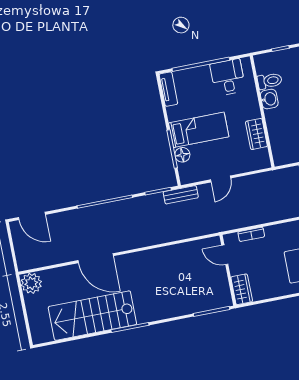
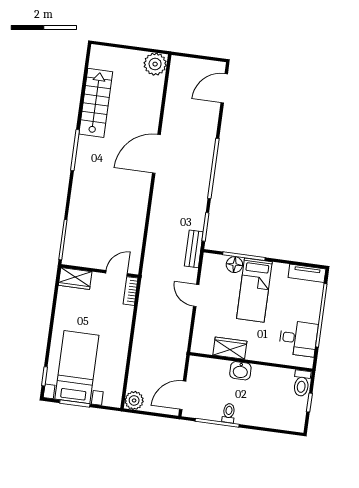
toilet: (270, 81) -> (302, 383), moved
washbasin: (269, 99) -> (240, 371), moved
bookcase: (251, 234) -> (131, 291), moved
door: (96, 258) -> (156, 154), moved
stairs: (92, 316) -> (96, 103), width x0.73, depth x0.66

